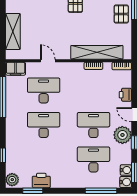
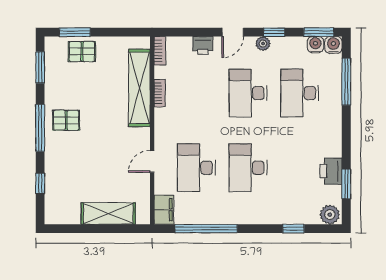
plant: (122, 135) -> (263, 43), width x0.53, depth x0.53

